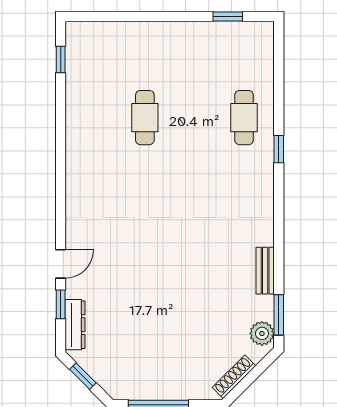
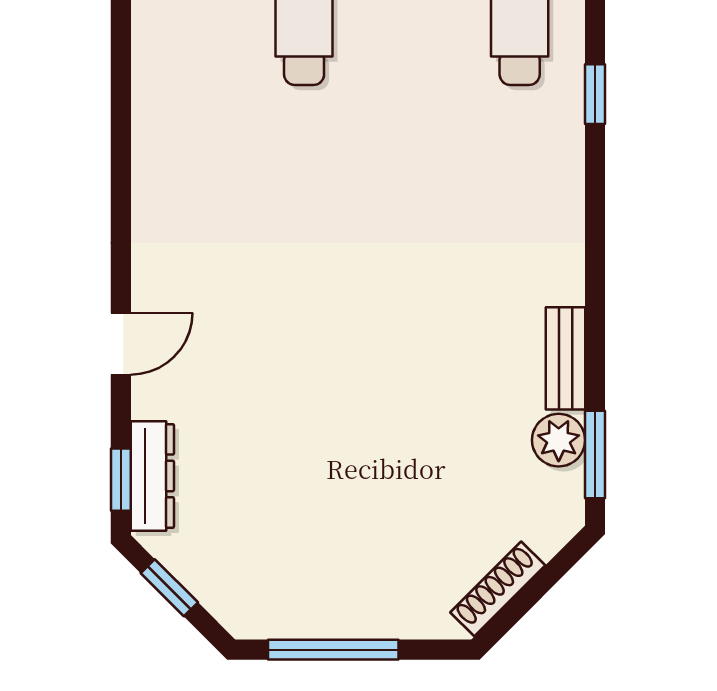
window: (61, 304) -> (121, 480), moved
plant: (262, 333) -> (559, 440), moved

